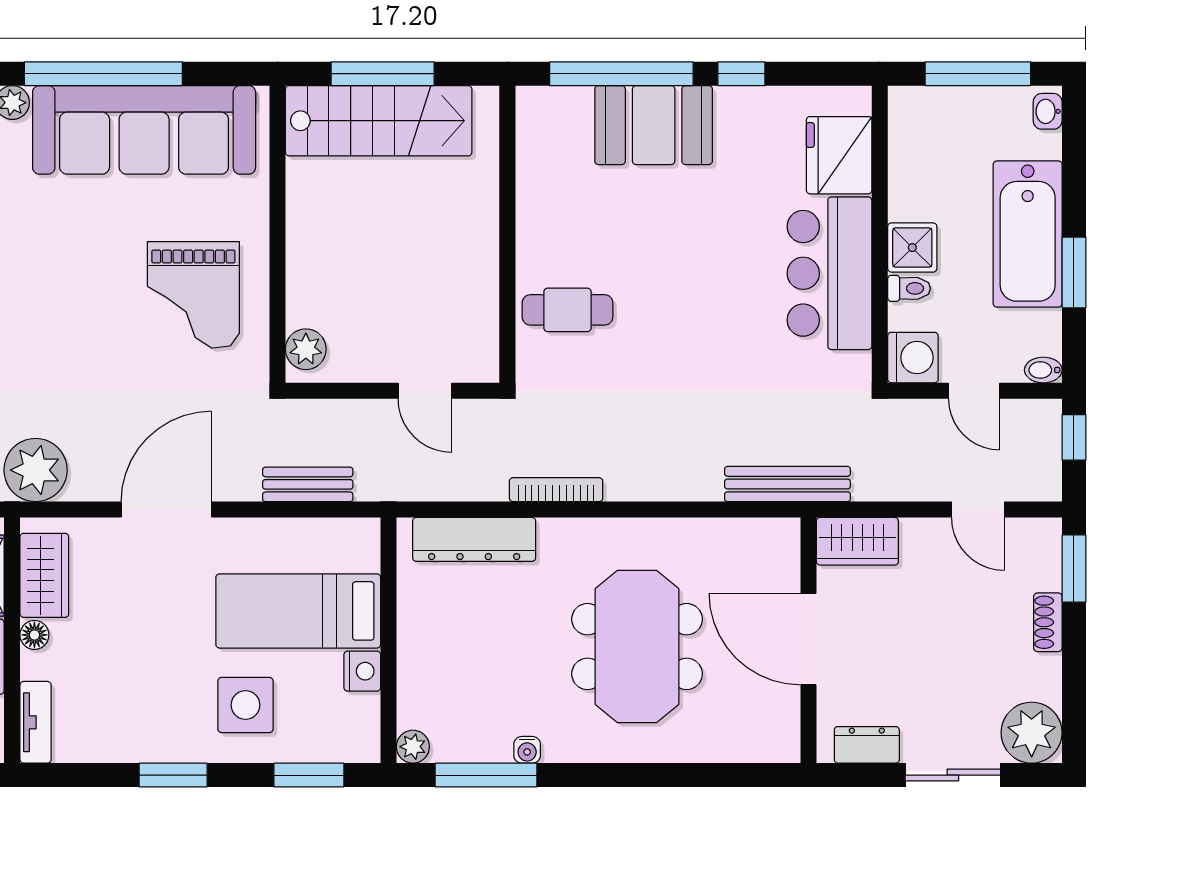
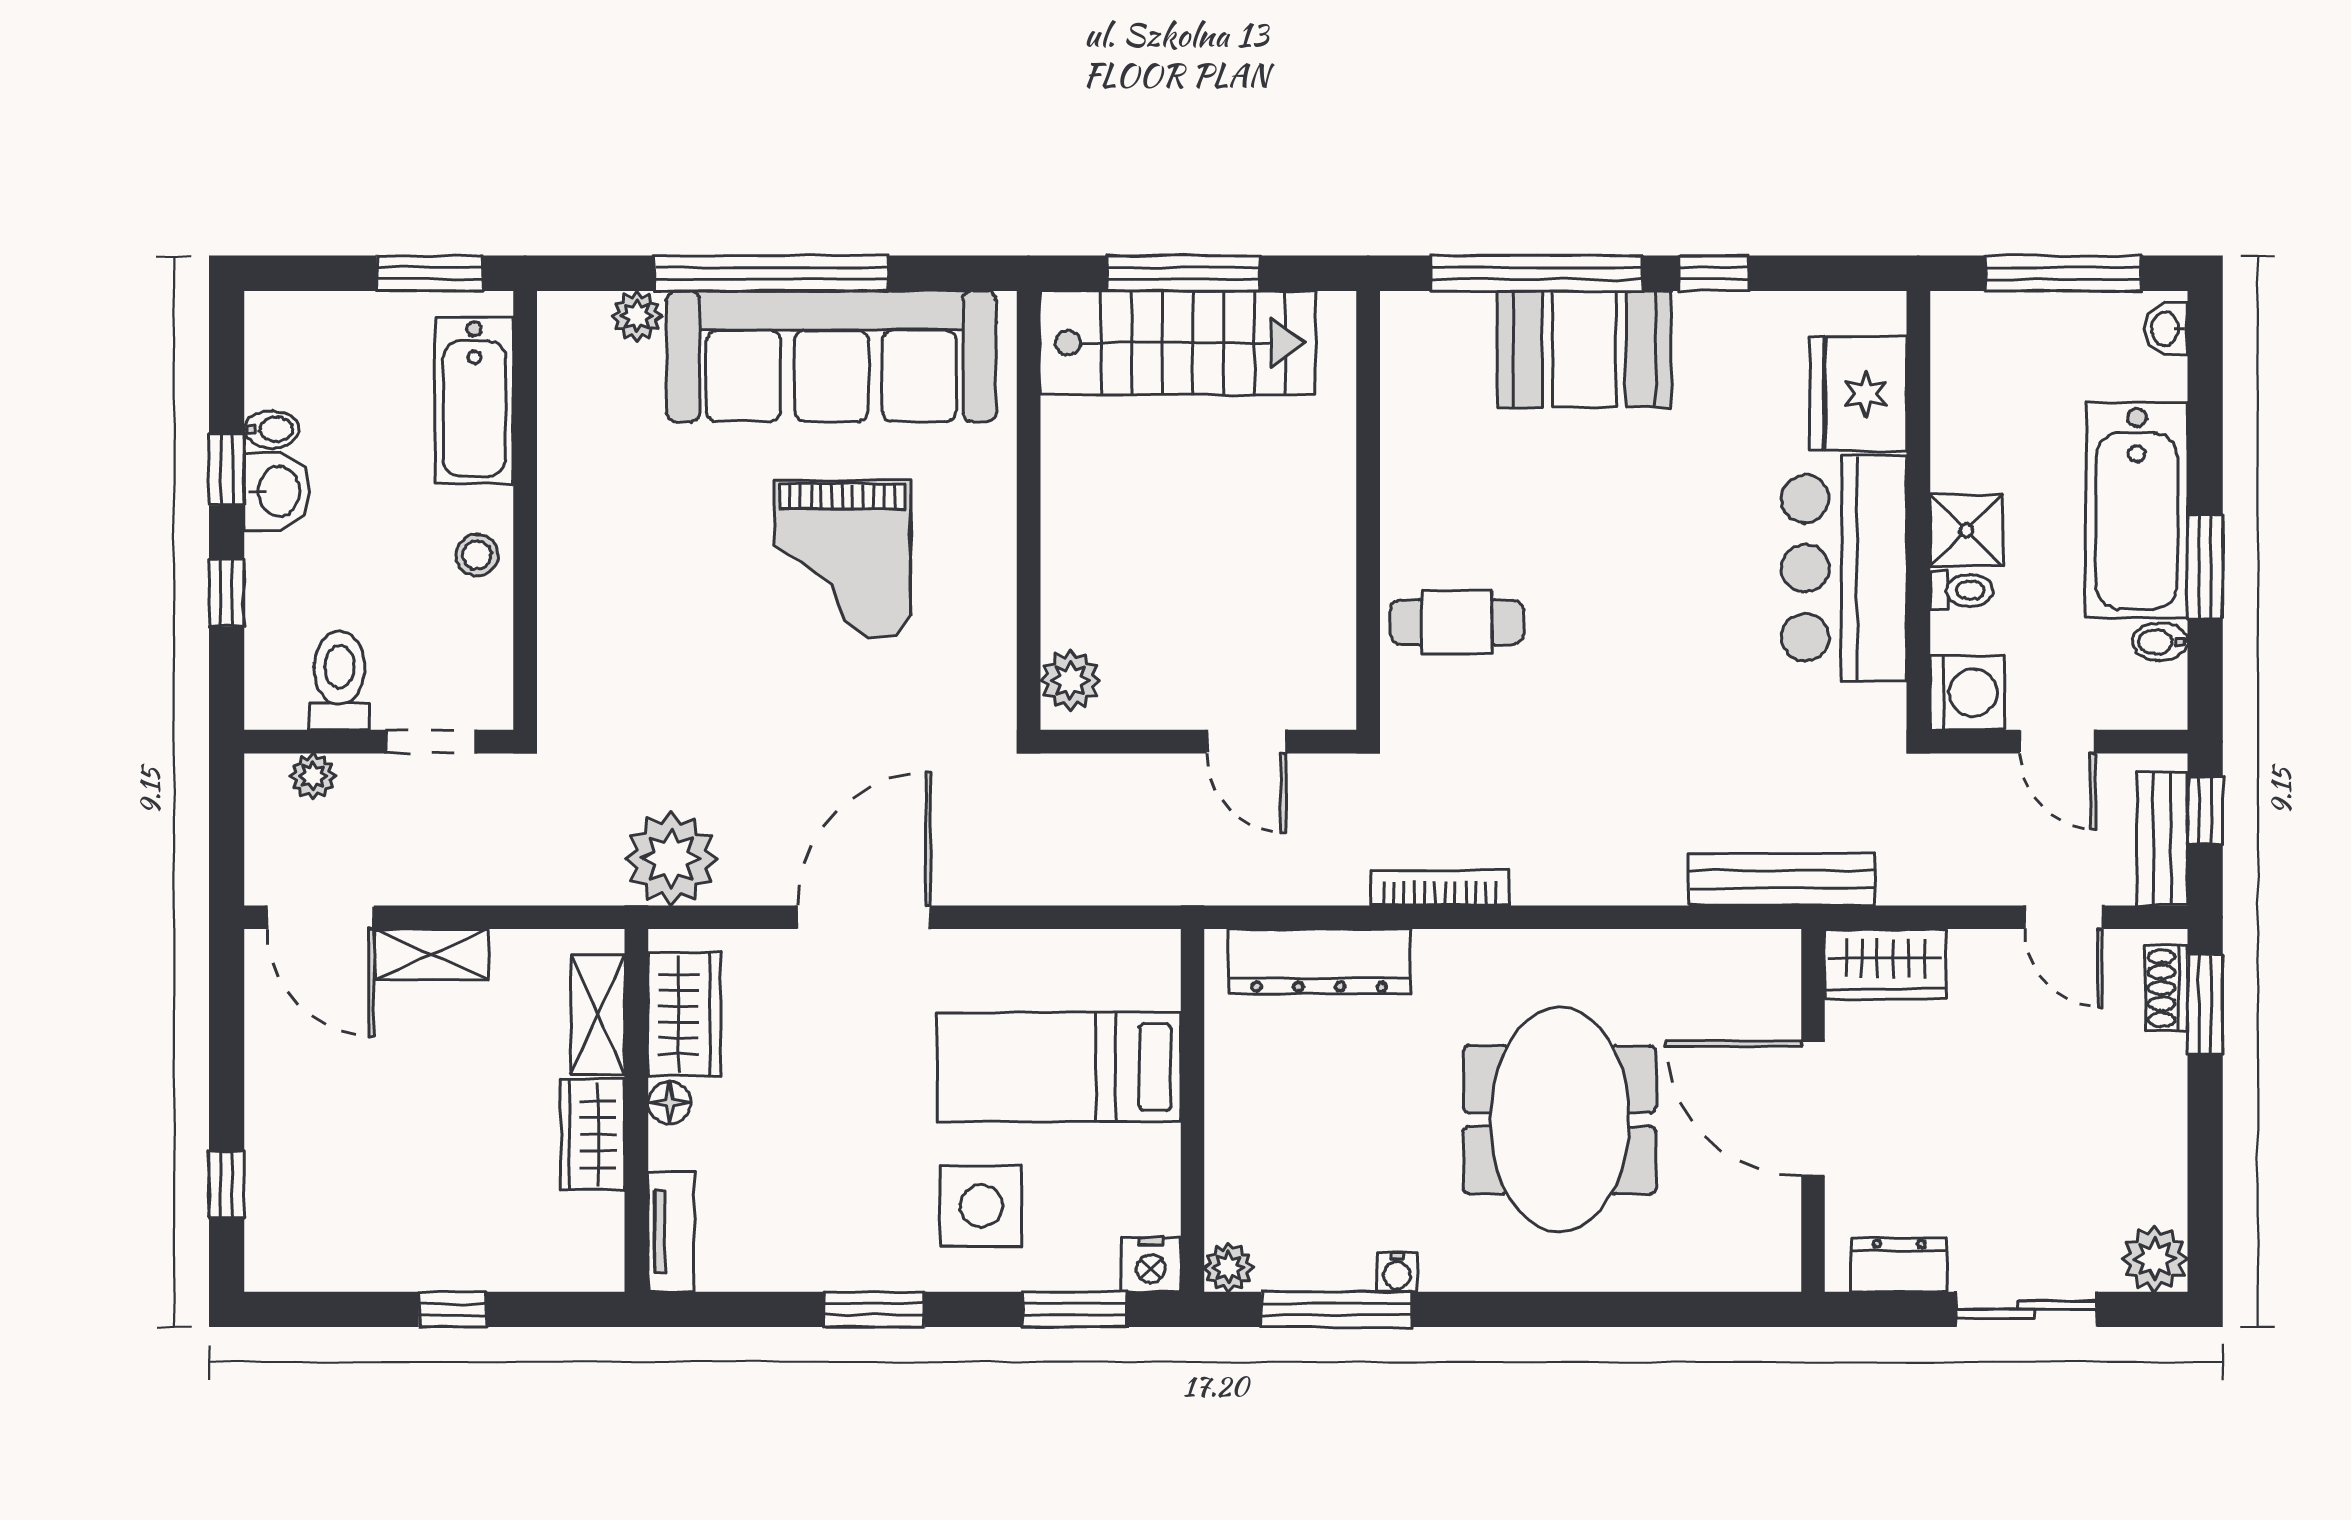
grand piano: (193, 295) -> (842, 559), moved
bidet: (1043, 370) -> (2160, 642), moved
bench: (308, 484) -> (2162, 839), moved, turned 90
shoe rack: (1048, 622) -> (2167, 988), moved
nightstand: (362, 671) -> (1151, 1265), moved, turned 90
plant: (1032, 733) -> (2155, 1259), width x0.73, depth x0.73

